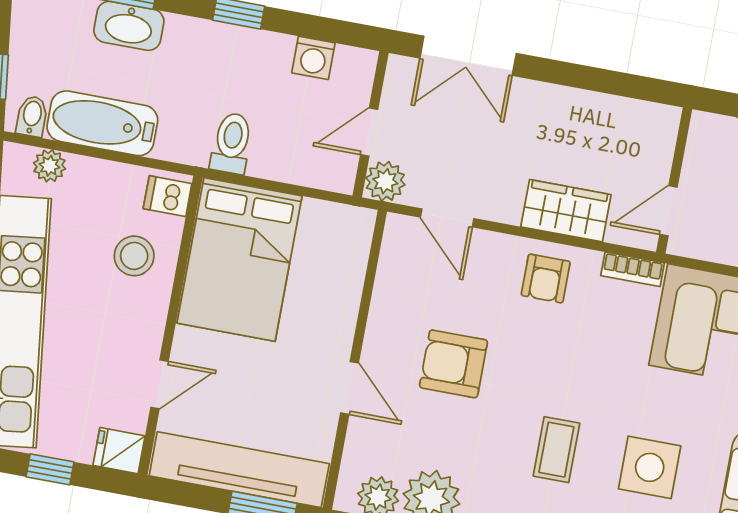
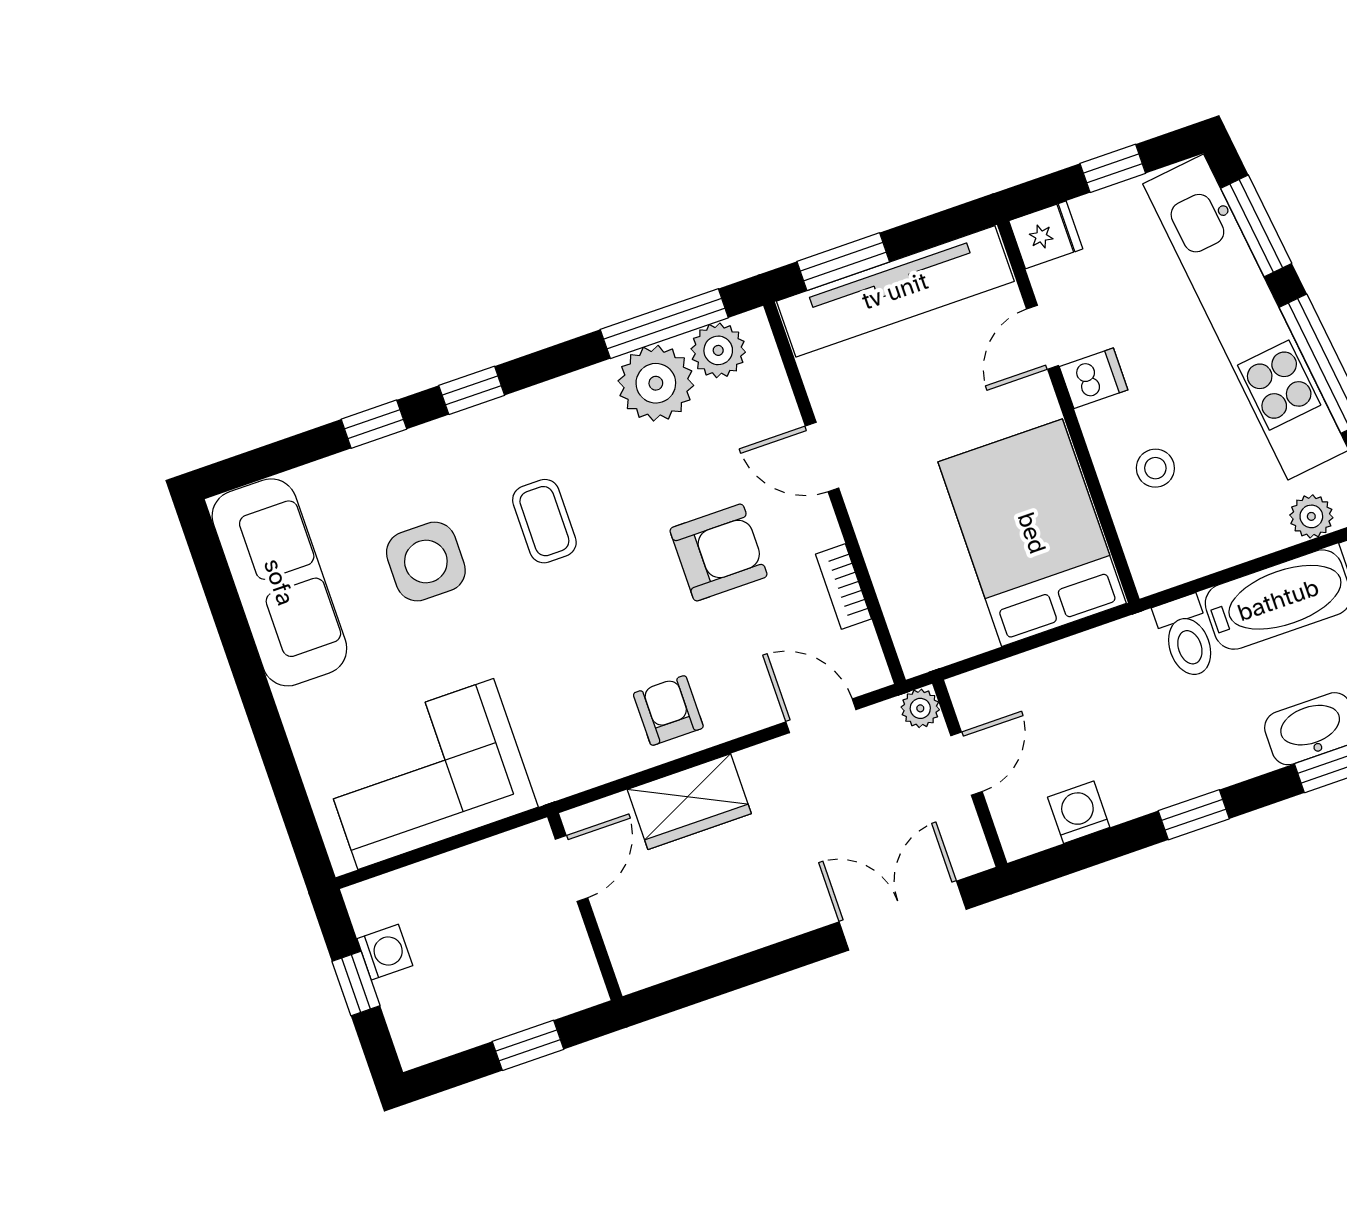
toilet: (232, 143) -> (1186, 637), moved
plant: (385, 181) -> (920, 708), width x0.73, depth x0.73
dishwasher: (168, 196) -> (1094, 378), moved
stool: (134, 256) -> (1155, 468), width x0.73, depth x0.73
bookcase: (633, 269) -> (843, 586), moved, turned -90

